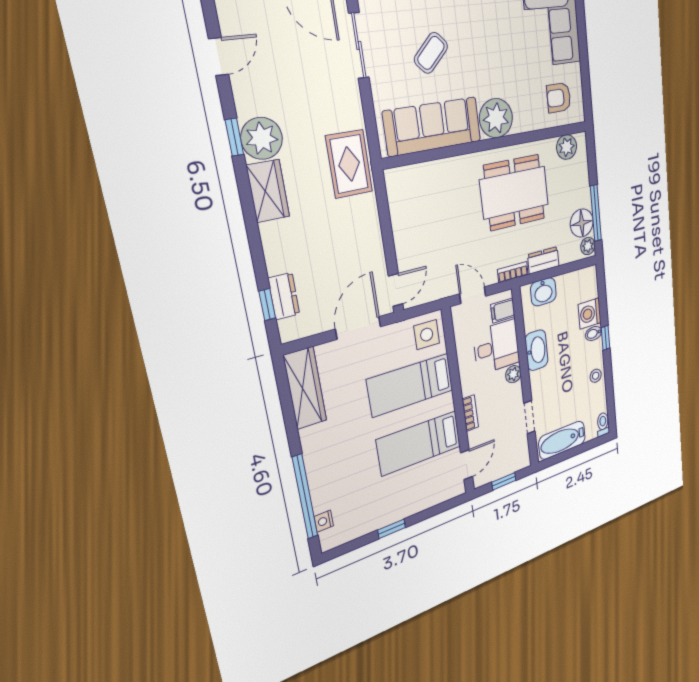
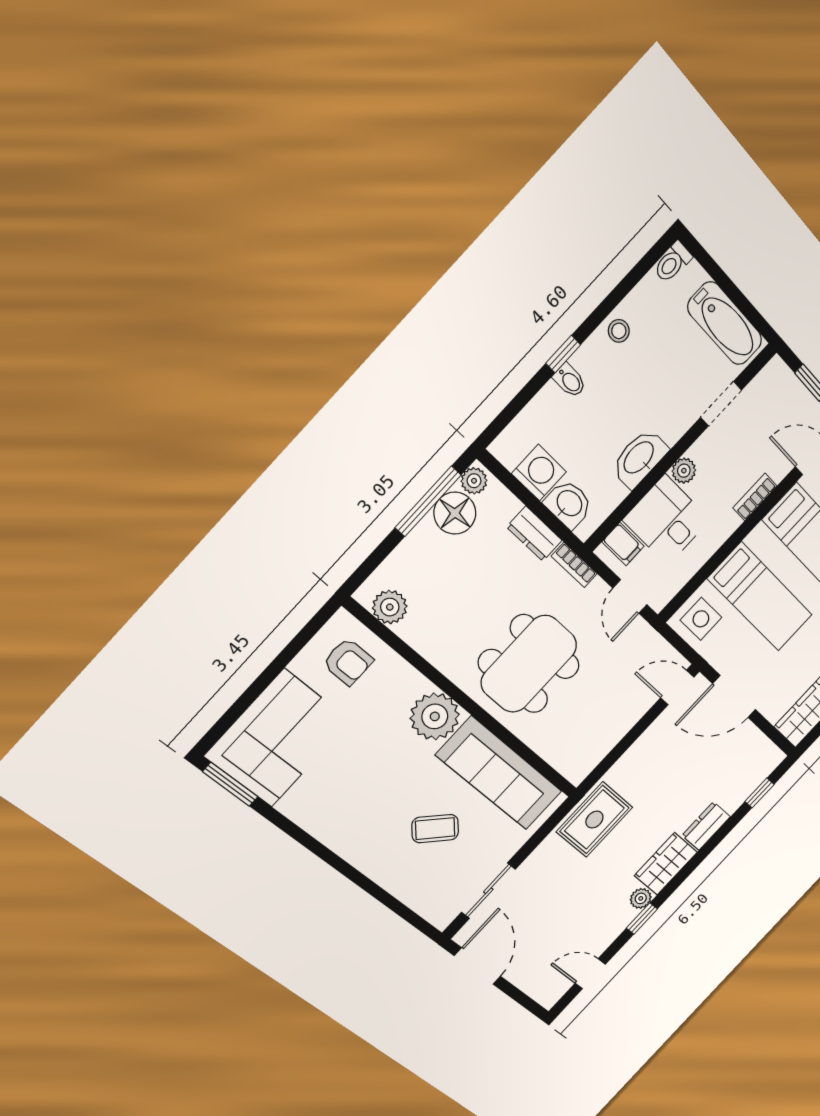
plant: (262, 138) -> (641, 898), width x0.53, depth x0.53
dining table: (515, 192) -> (529, 664), moved, turned 90
dresser: (284, 296) -> (706, 826), moved
washing machine: (590, 314) -> (539, 473), moved, turned -90

